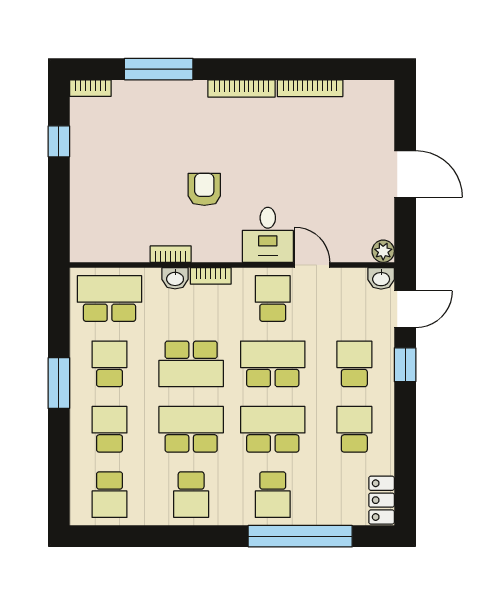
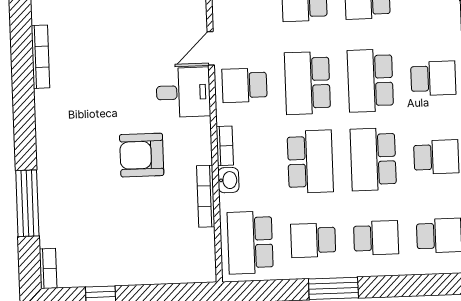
bookcase: (242, 88) -> (43, 123), removed
armchair: (204, 189) -> (142, 155), width x1.38, depth x1.38
bookcase: (171, 254) -> (206, 196), width x1.56
school desk: (110, 429) -> (376, 238), turned 180

